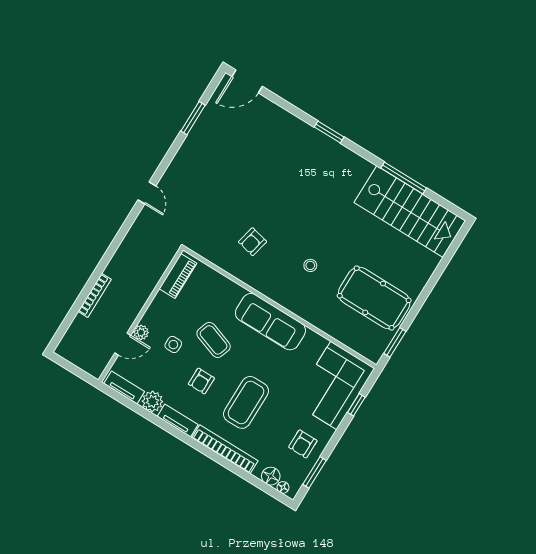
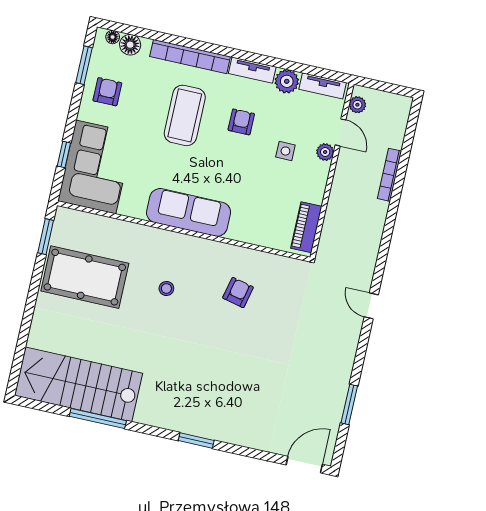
coffee table: (214, 340) -> (243, 171), removed
door: (123, 344) -> (341, 132), swing flipped
plant: (101, 362) -> (357, 105), added

